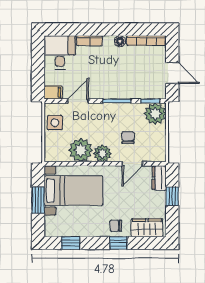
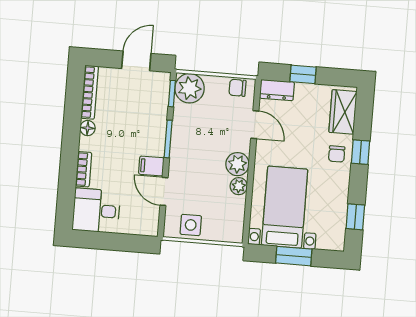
filing cabinet: (53, 92) -> (151, 166), moved, turned -90
chair: (128, 138) -> (238, 88), moved
plant: (81, 150) -> (239, 186), width x0.53, depth x0.53

